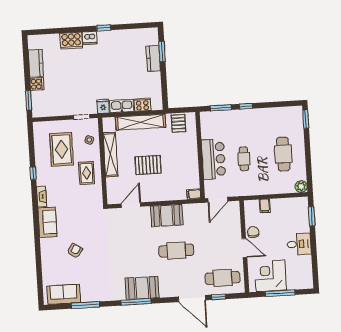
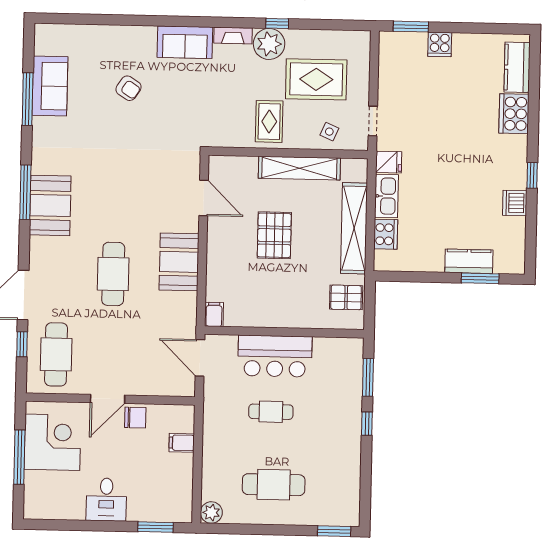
dishwasher: (90, 38) -> (515, 203), moved
kitchen counter: (36, 63) -> (517, 67), moved, turned 90
rug: (87, 173) -> (269, 121), turned 90
plant: (44, 177) -> (269, 44), added
sofa: (64, 294) -> (50, 86), moved

